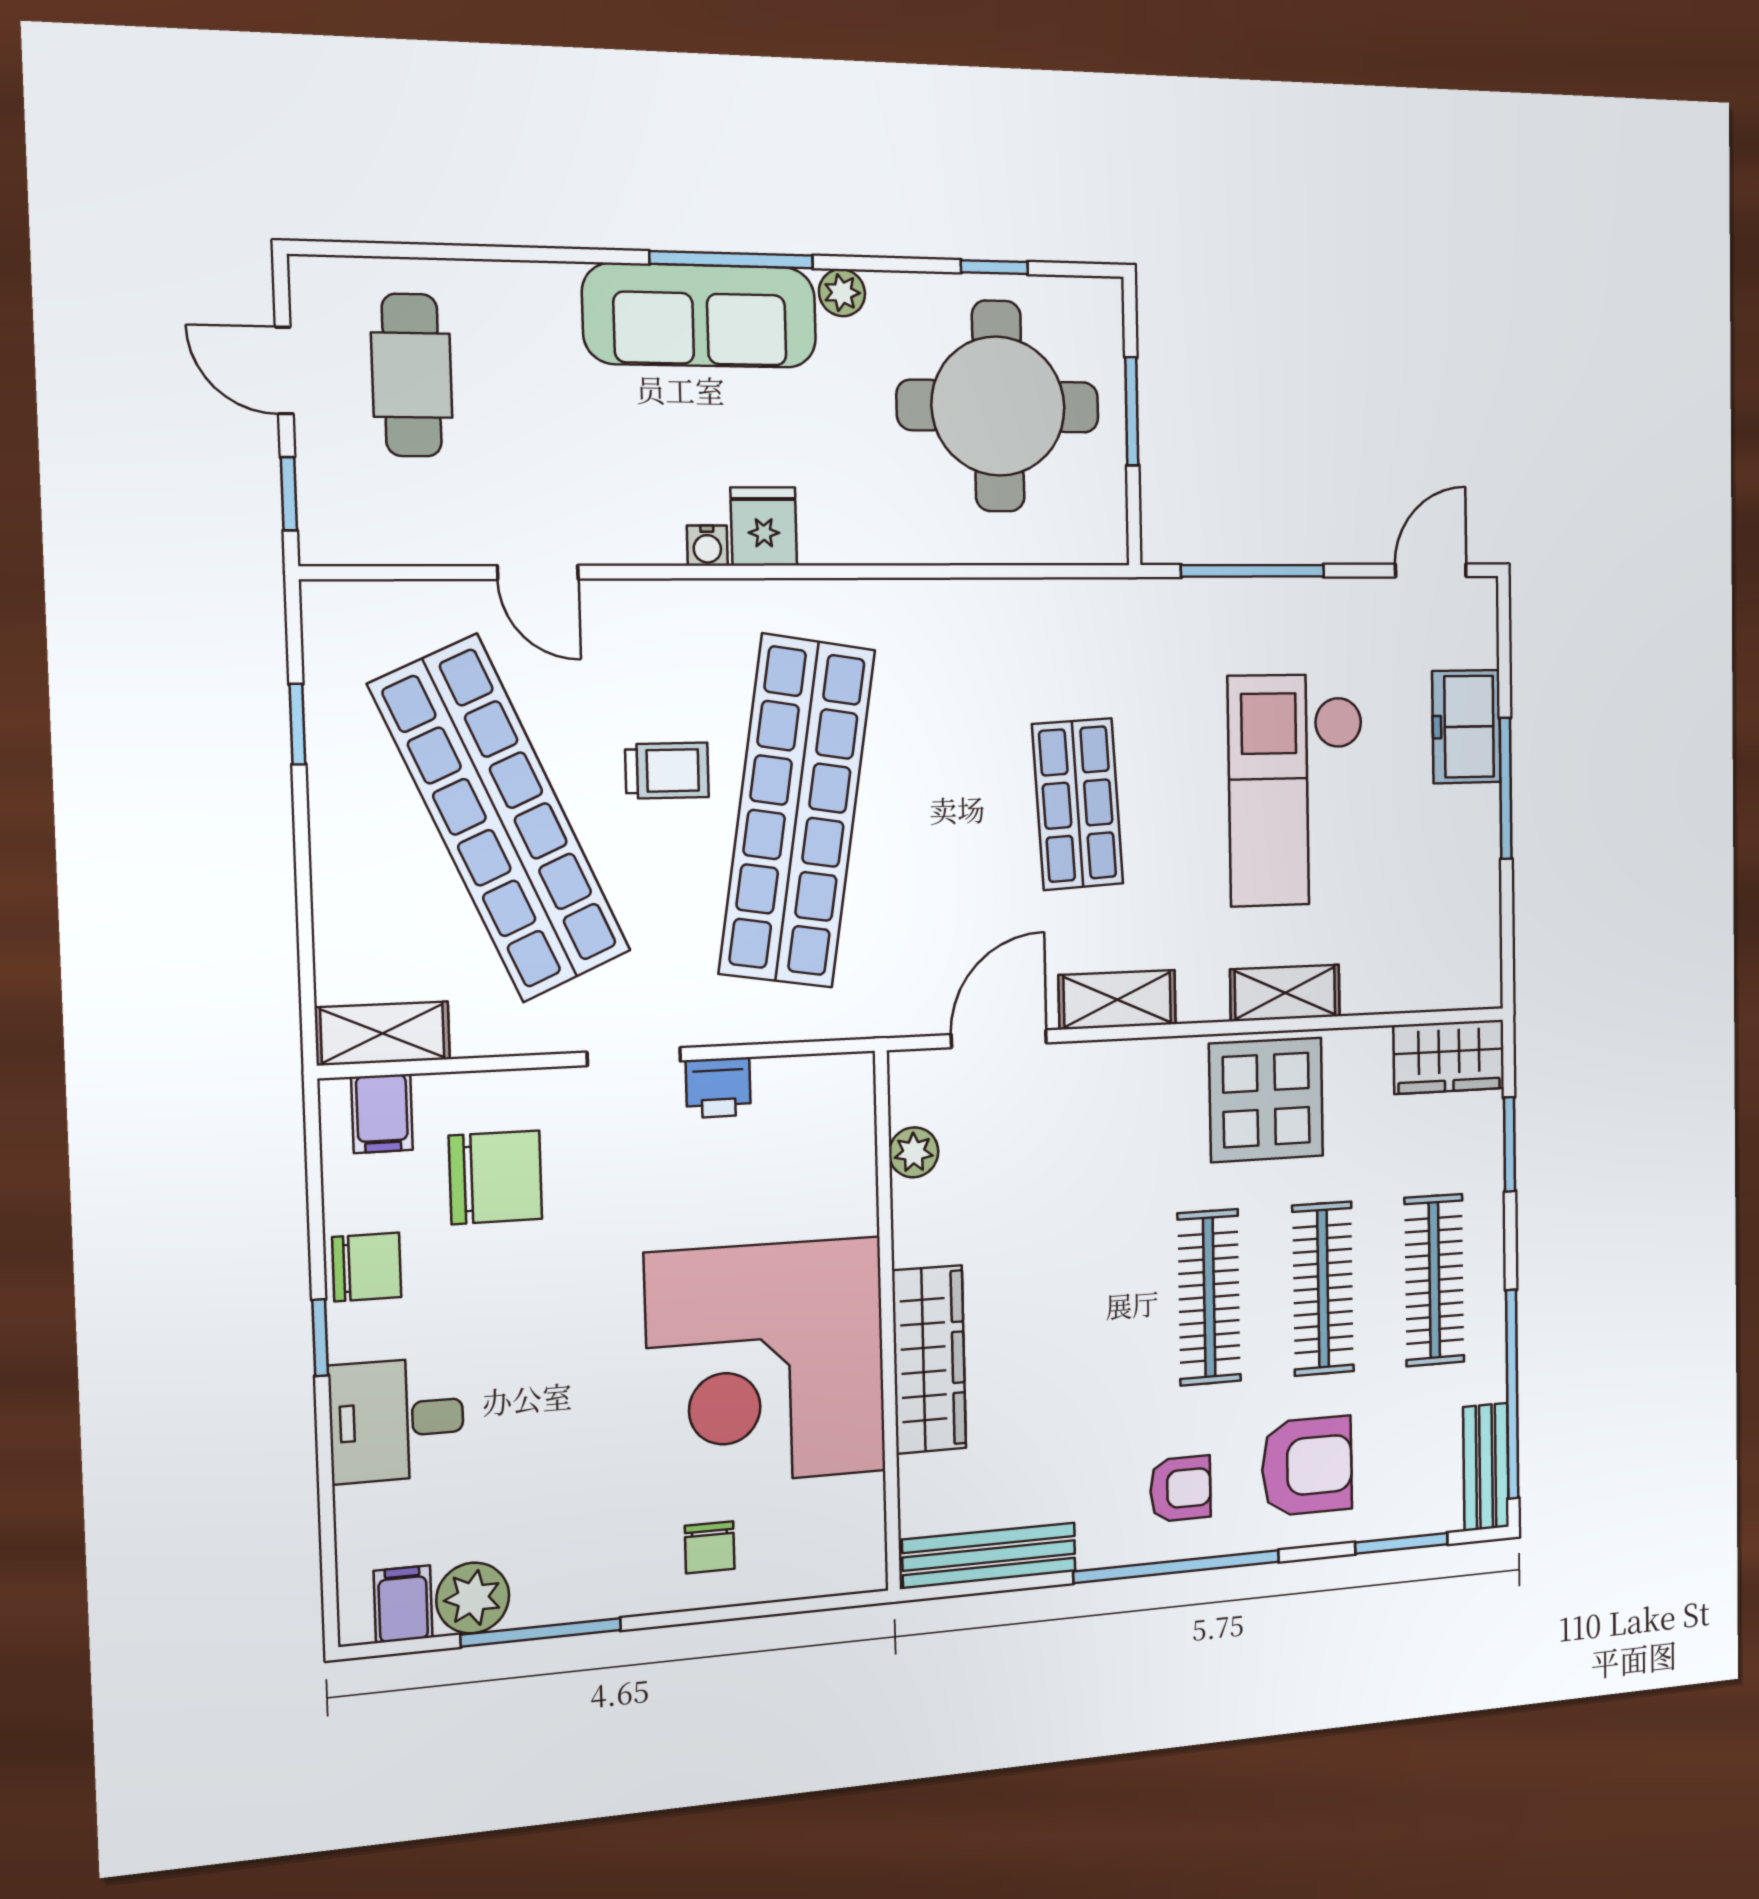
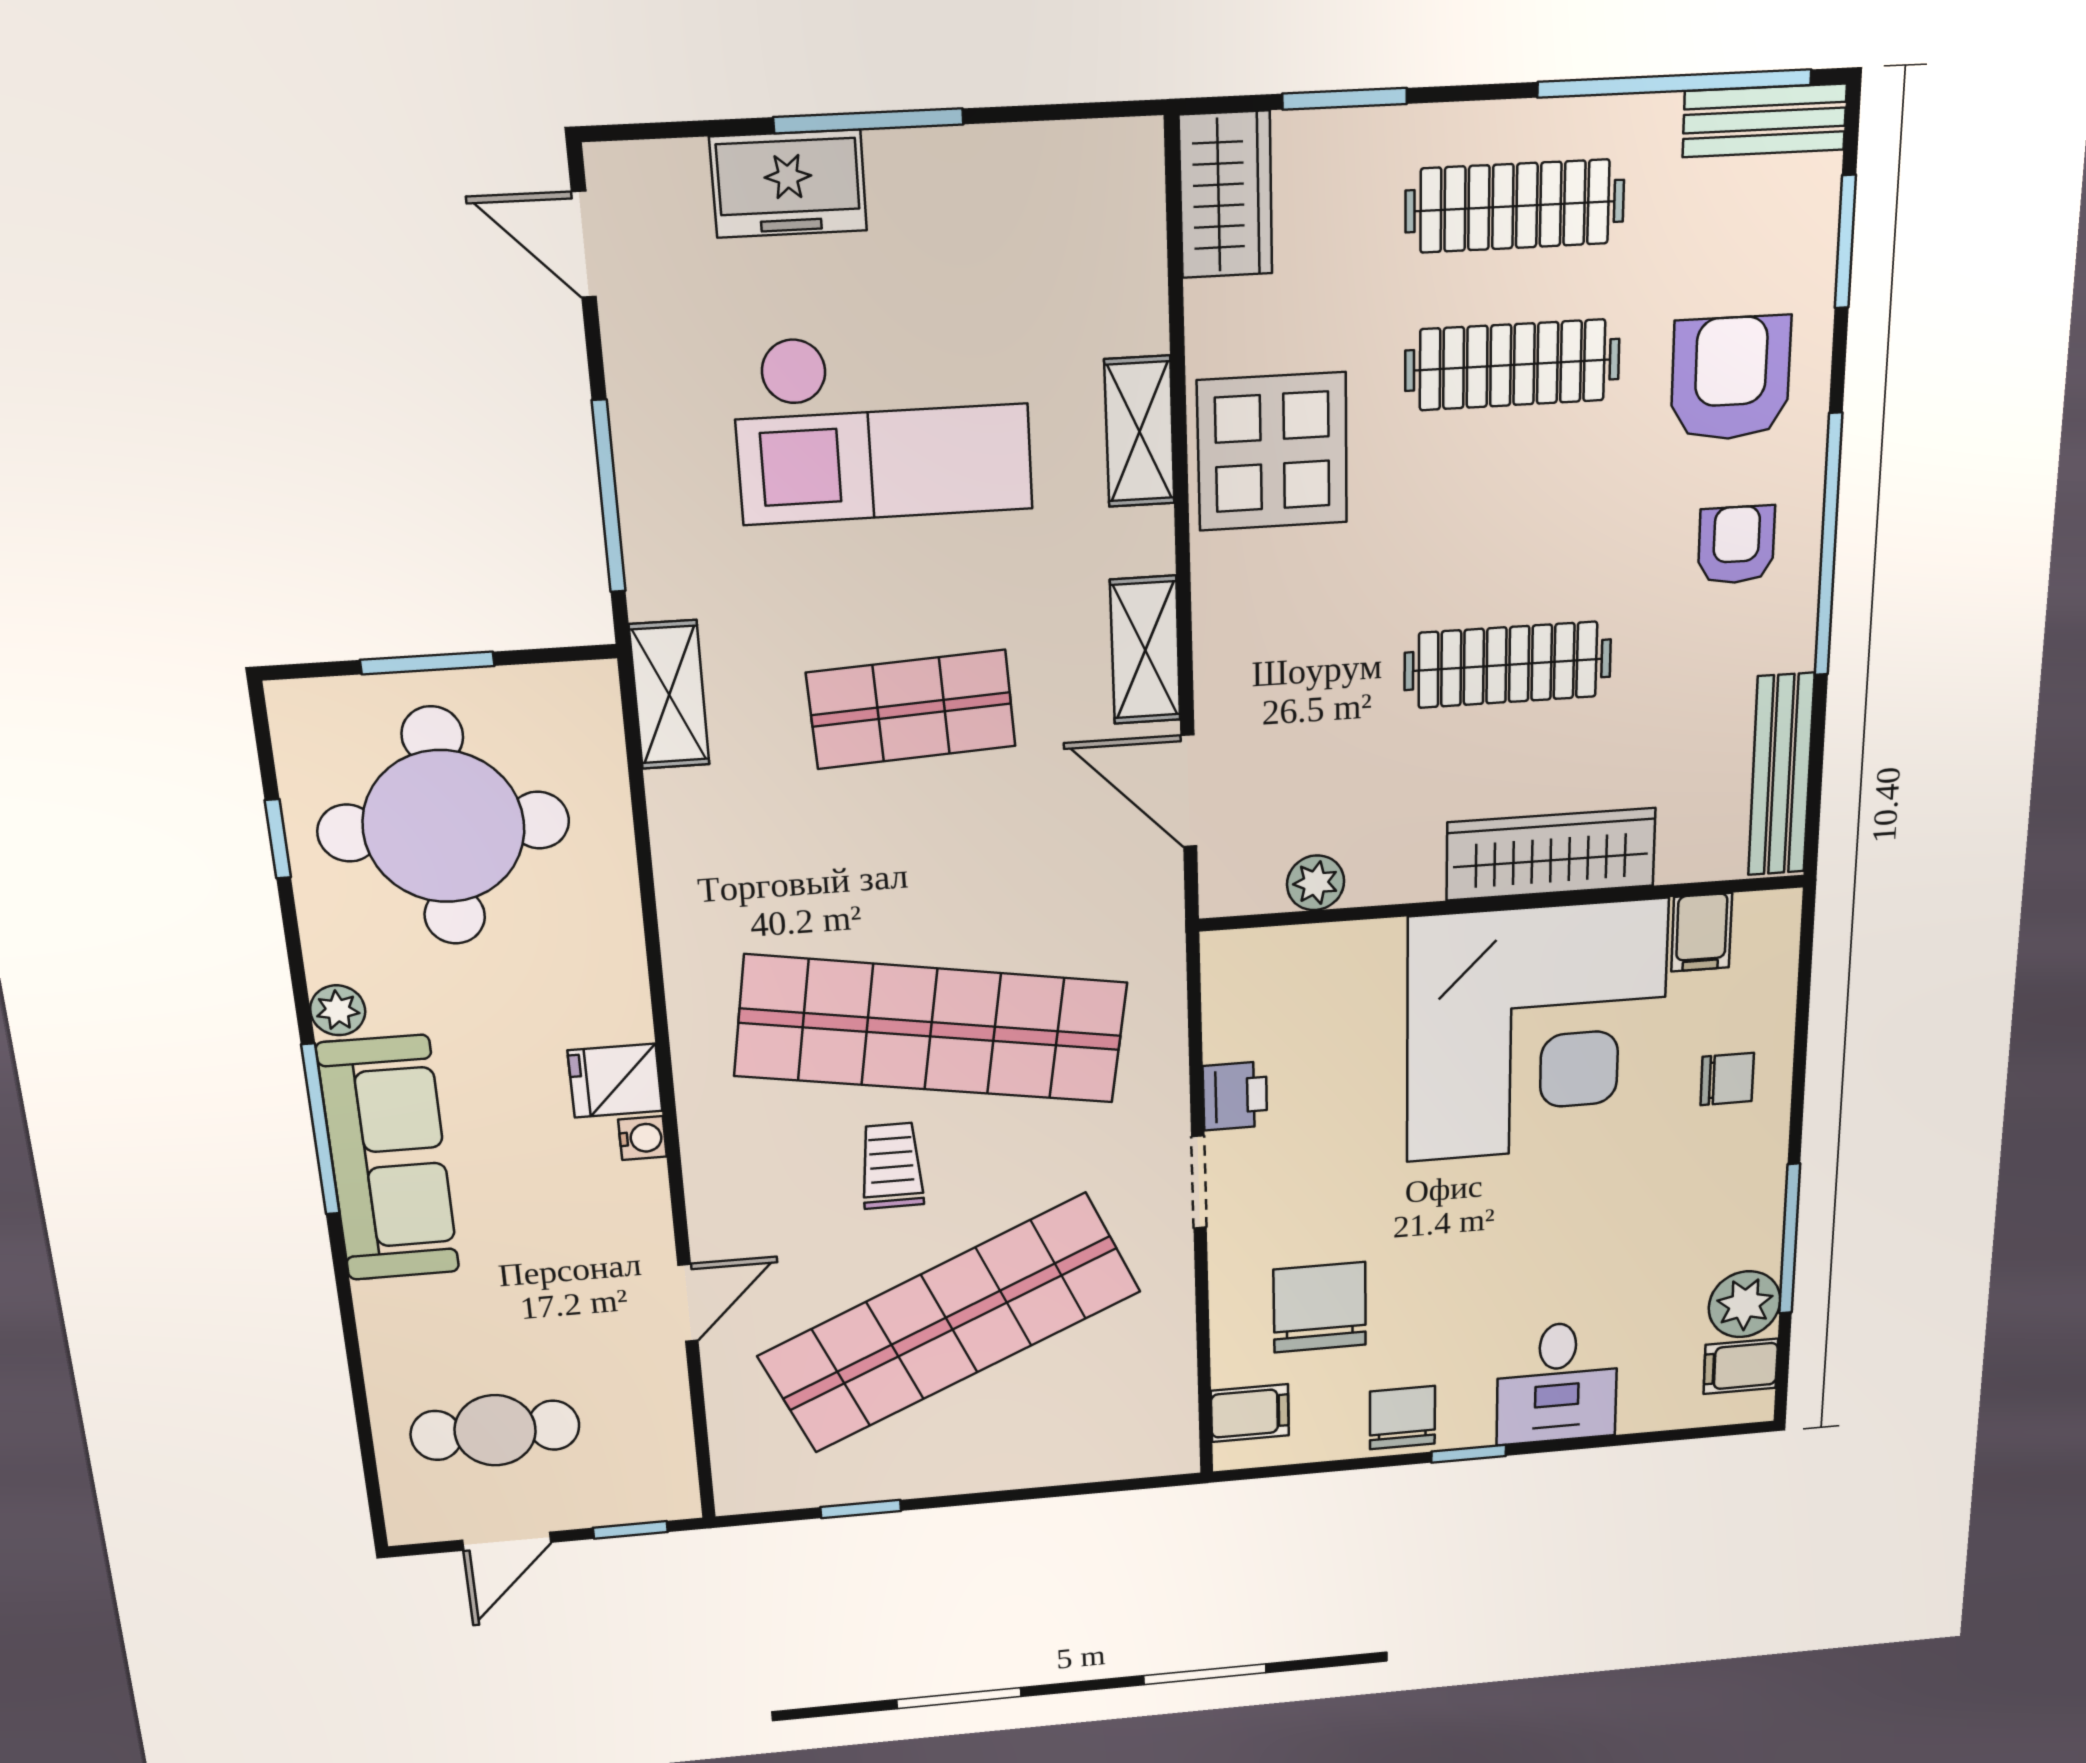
shelving: (382, 1033) -> (669, 695), moved
clothes rail: (1209, 1297) -> (1508, 665), moved
filing cabinet: (852, 1504) -> (1702, 932), added

